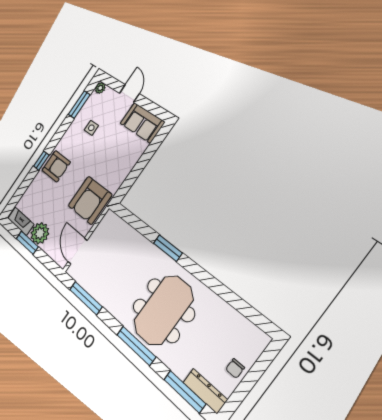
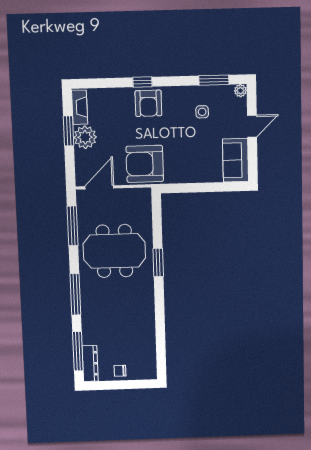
meeting table: (163, 310) -> (114, 251), moved

